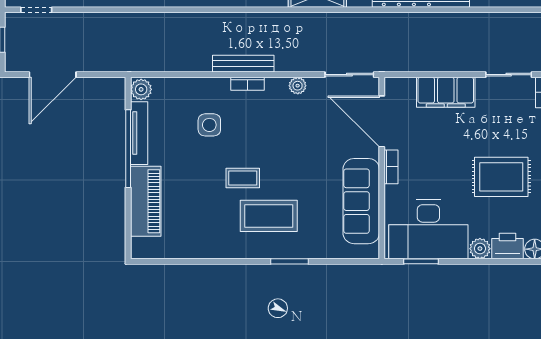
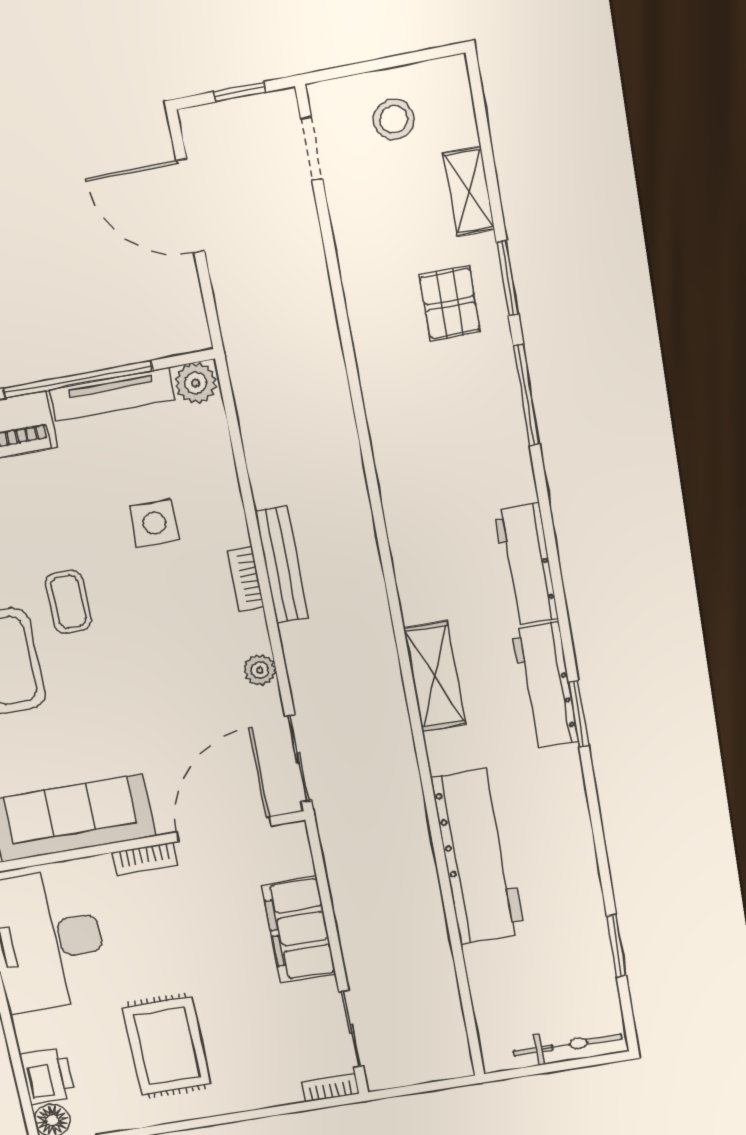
plant: (480, 249) -> (33, 1031), removed

